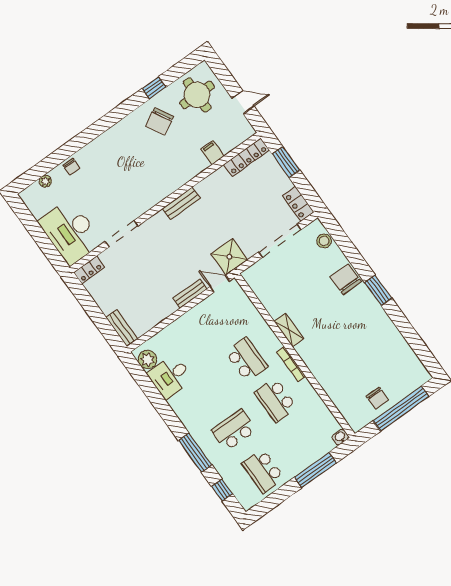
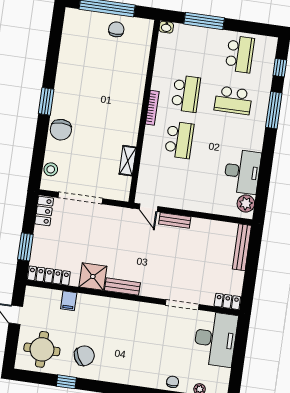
shower: (229, 257) -> (93, 277), moved
bench: (122, 328) -> (242, 247), width x1.36
shelving: (289, 330) -> (128, 161), moved
school desk: (246, 359) -> (179, 140), turned 180
desk: (170, 377) -> (242, 172), width x1.37

